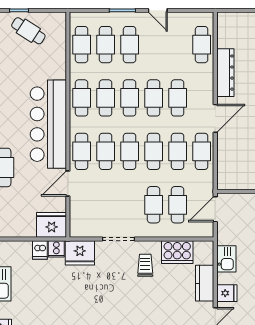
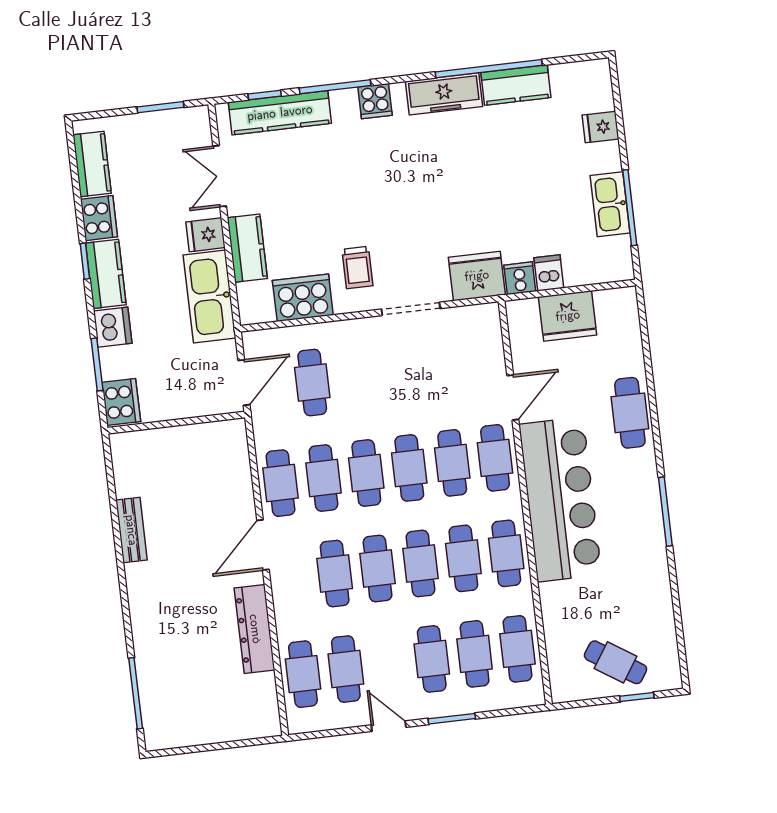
cafe table: (154, 205) -> (346, 669), moved
fridge: (52, 225) -> (568, 316), moved
kitchen sink: (226, 259) -> (210, 296), width x1.88, depth x1.24

